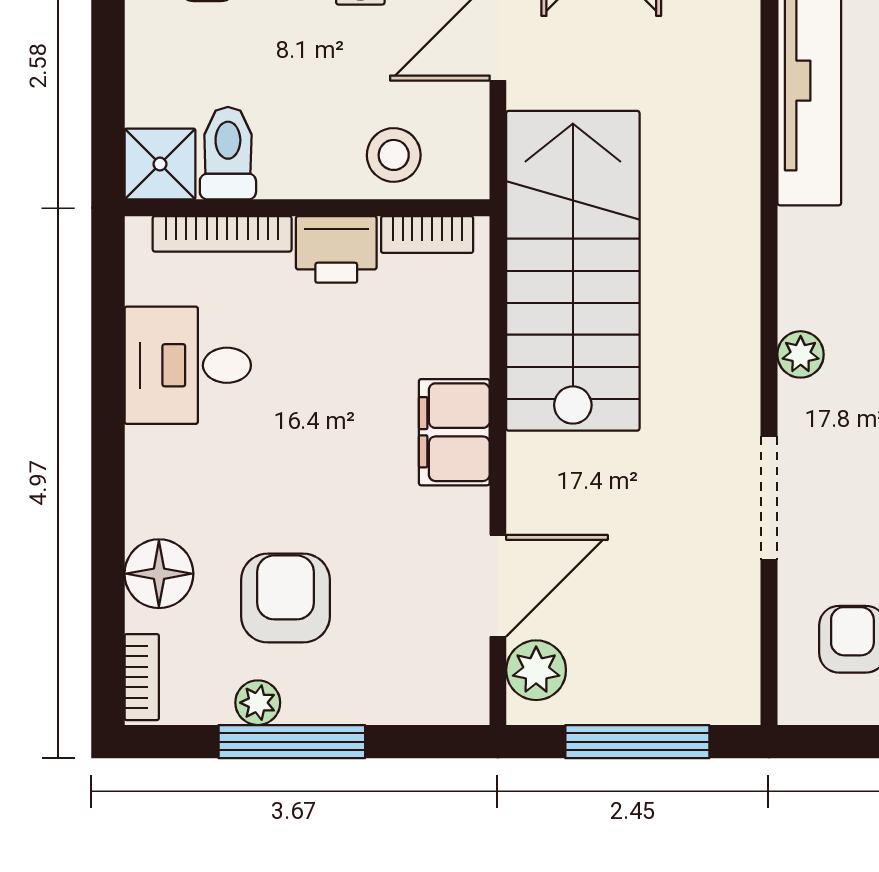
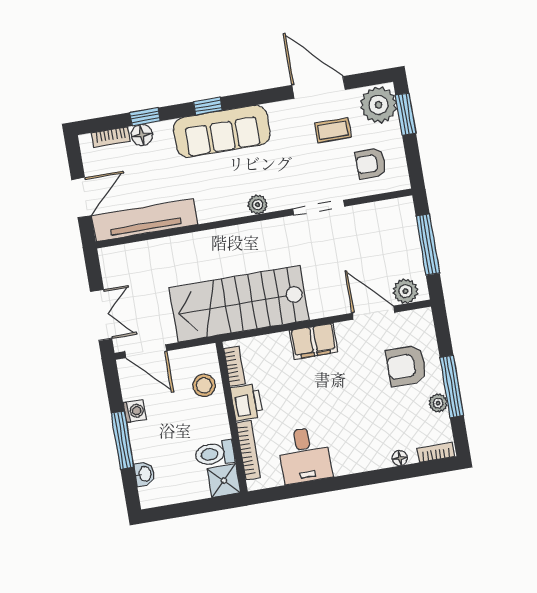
floor lamp: (159, 574) -> (400, 458), width x0.53, depth x0.53
armchair: (285, 598) -> (406, 366), moved

